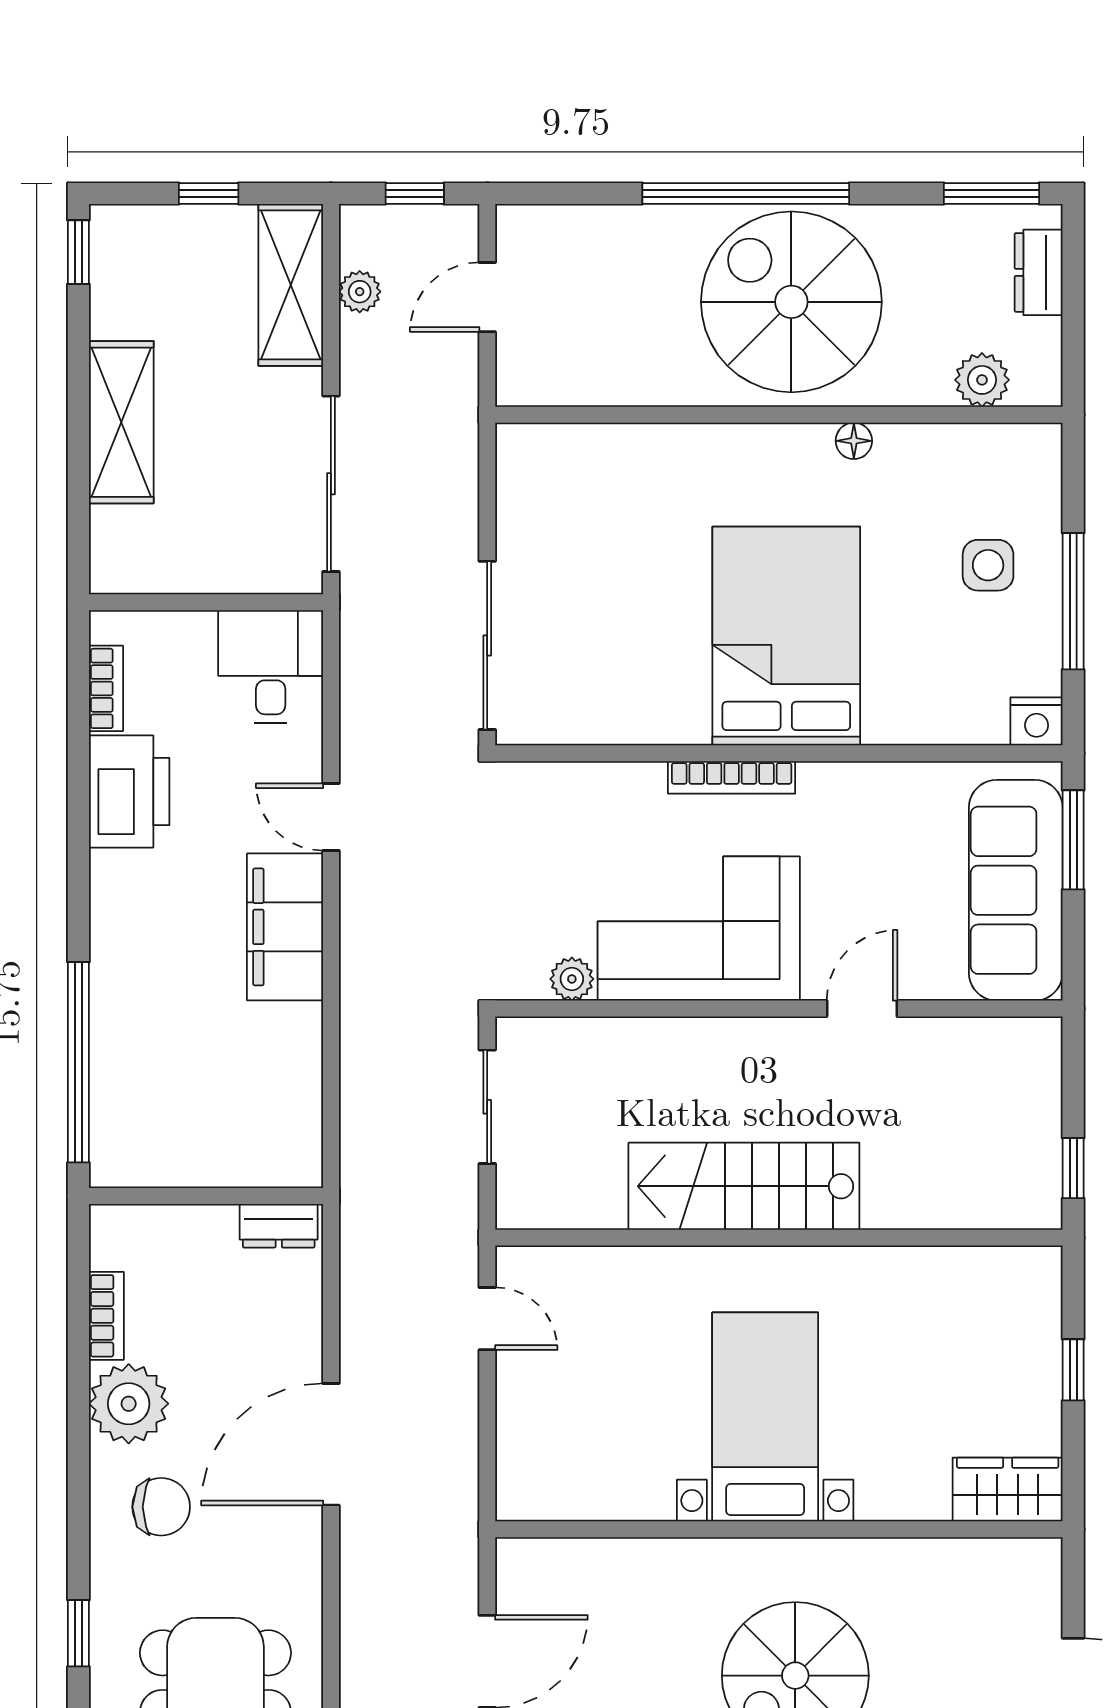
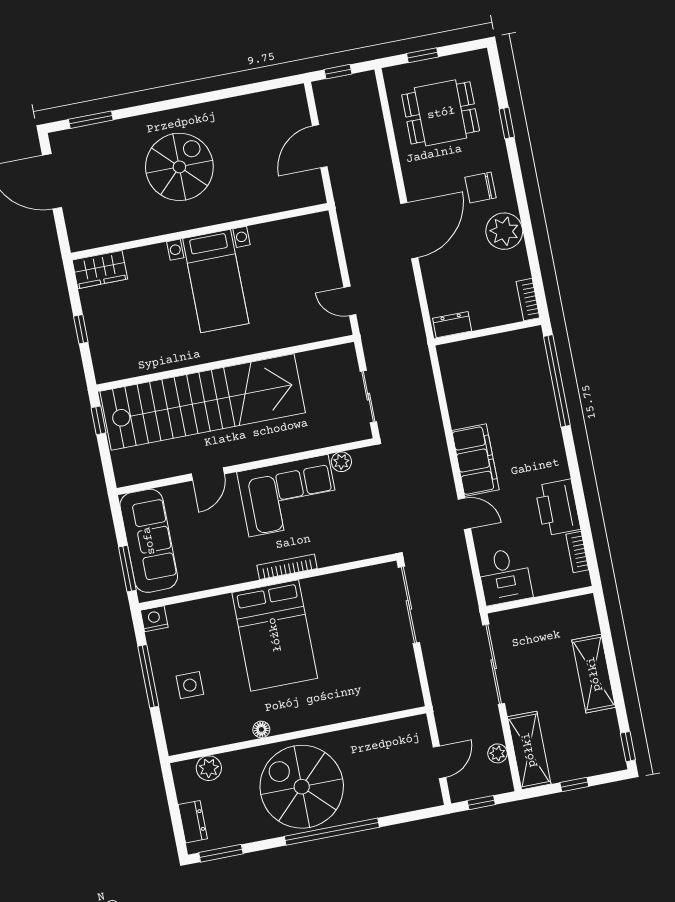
spiral stairs: (791, 302) -> (302, 787), turned 180
stairs: (744, 1186) -> (203, 402), width x1.86, depth x1.51
bookcase: (106, 1316) -> (528, 300), moved

